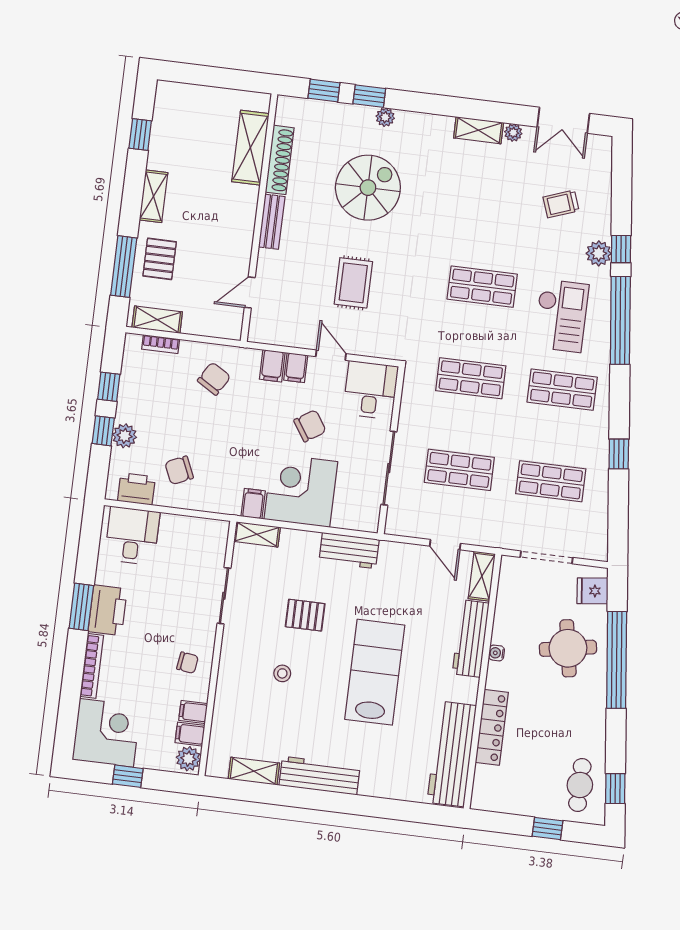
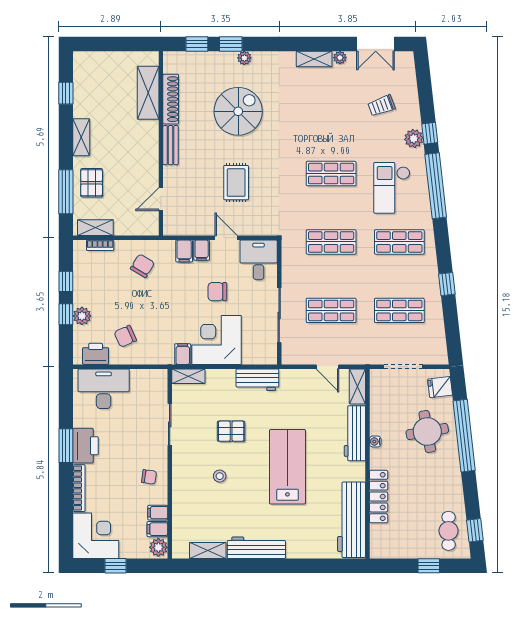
checkout: (561, 316) -> (392, 188), turned 180
chair: (310, 426) -> (217, 292), turned -147
desk: (132, 536) -> (104, 389), width x1.37

